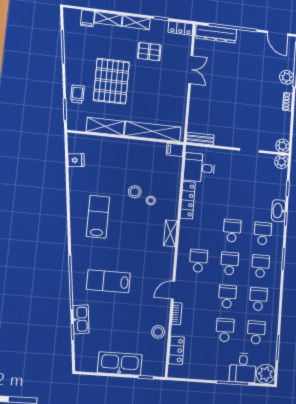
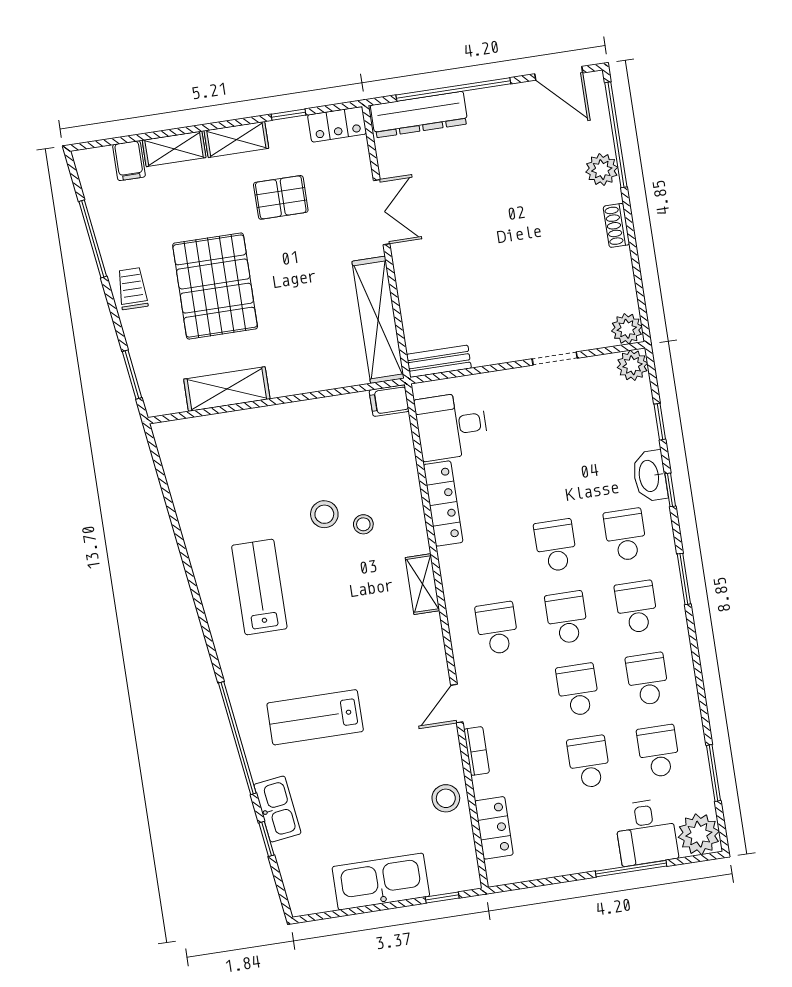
trolley: (77, 94) -> (132, 289), moved
shelving: (153, 131) -> (378, 320), moved, turned 90
fridge: (76, 160) -> (183, 478), removed

